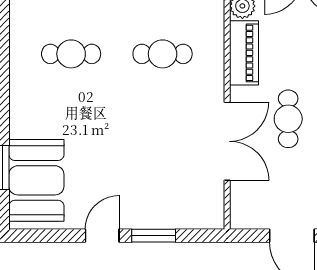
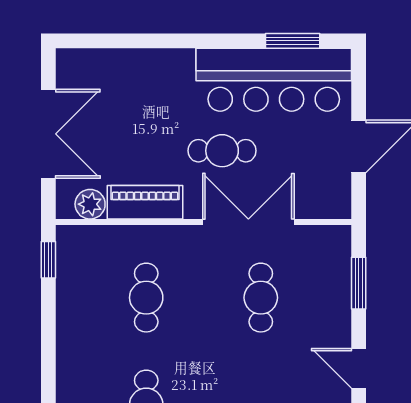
cafe table: (163, 152) -> (261, 298), added
window: (154, 236) -> (359, 283), moved

